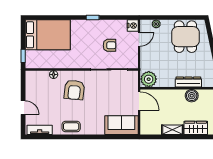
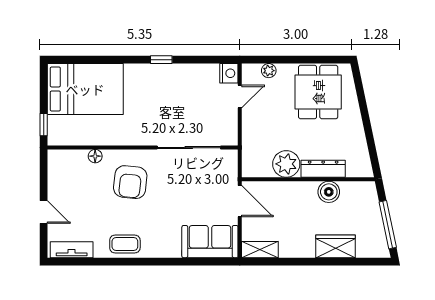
armchair: (110, 45) -> (190, 107), removed
plant: (149, 79) -> (286, 164), moved
shelving: (172, 130) -> (260, 250), moved

